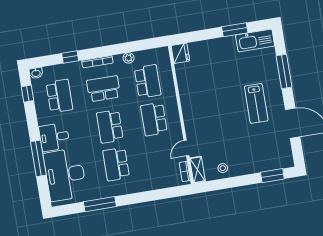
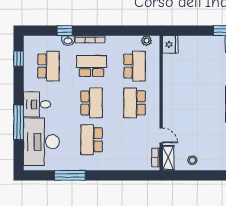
plant: (129, 58) -> (146, 41), moved
washbasin: (36, 73) -> (68, 41), moved
school desk: (110, 126) -> (92, 103), turned 180
door: (186, 148) -> (161, 135), swing flipped

